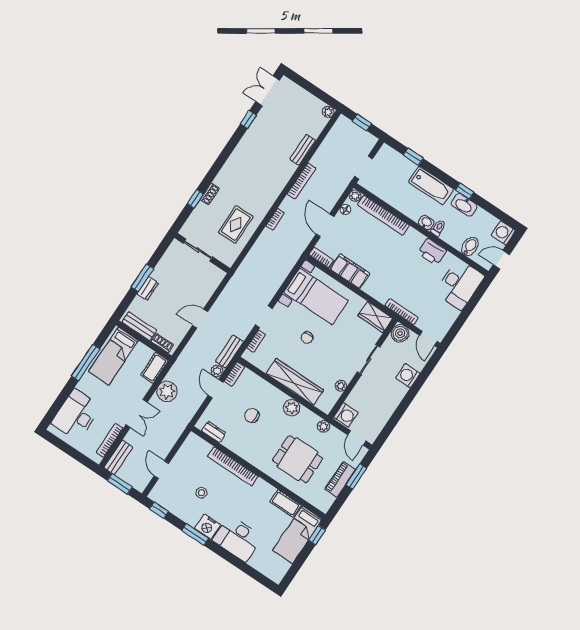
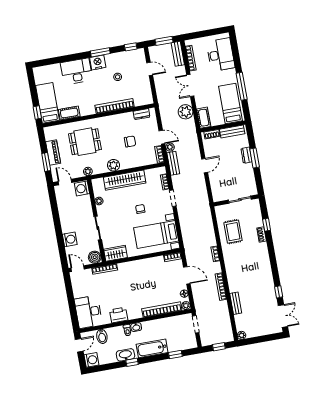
filing cabinet: (350, 271) -> (151, 264), removed

